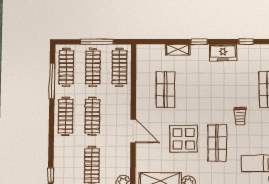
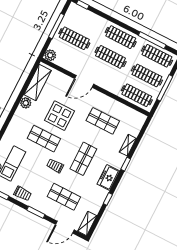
shop shelf: (217, 89) -> (83, 159), added

